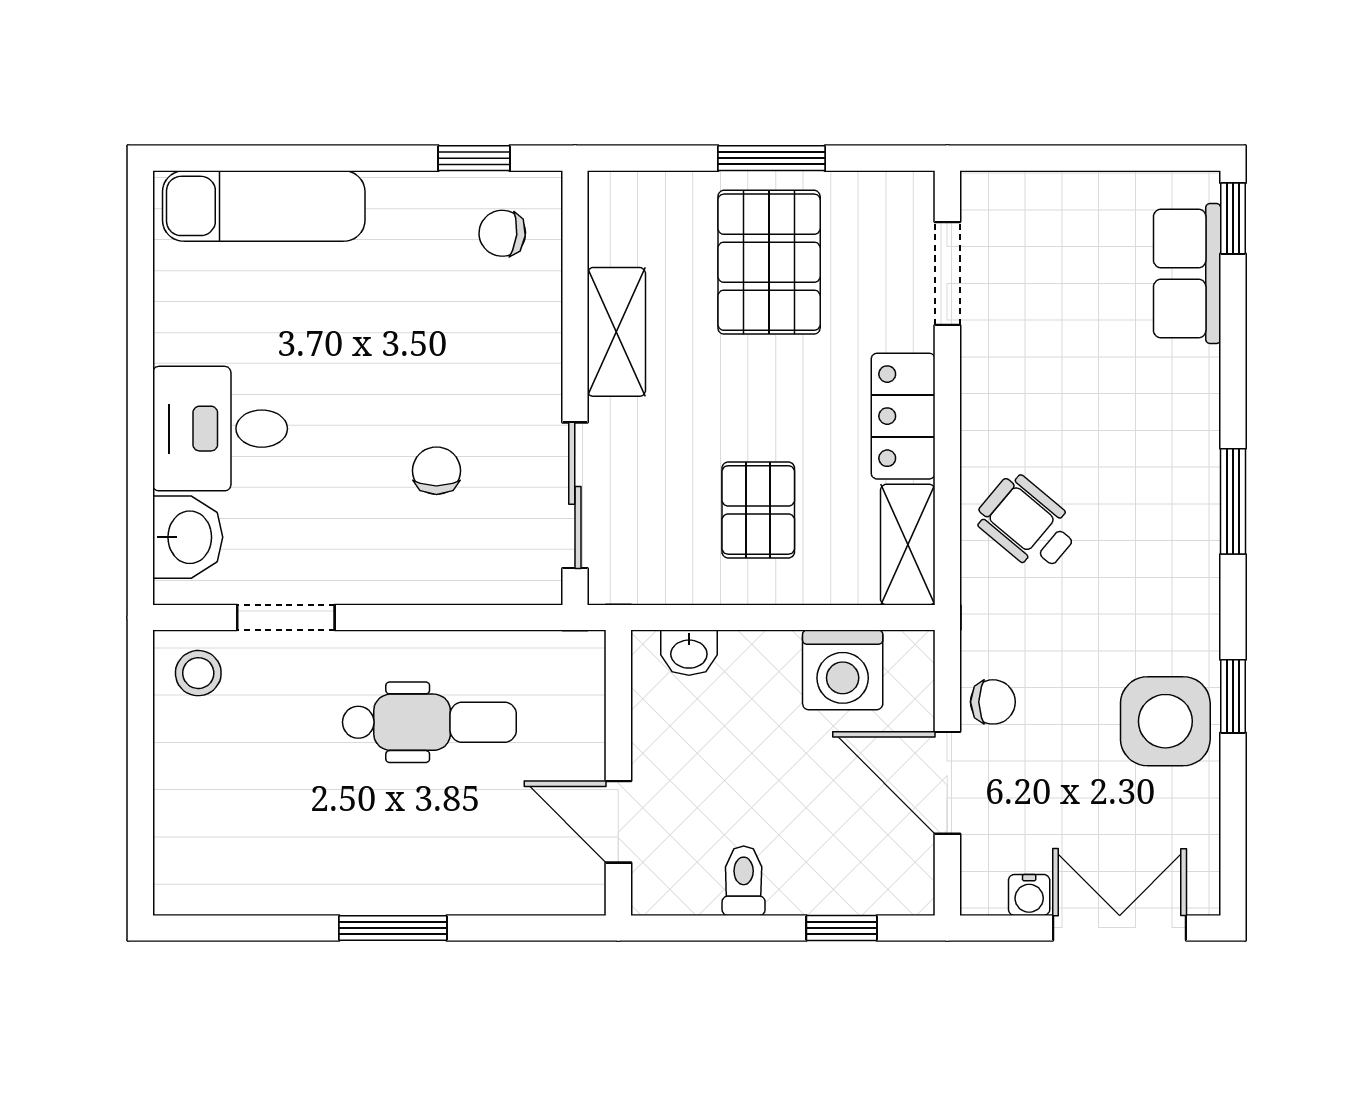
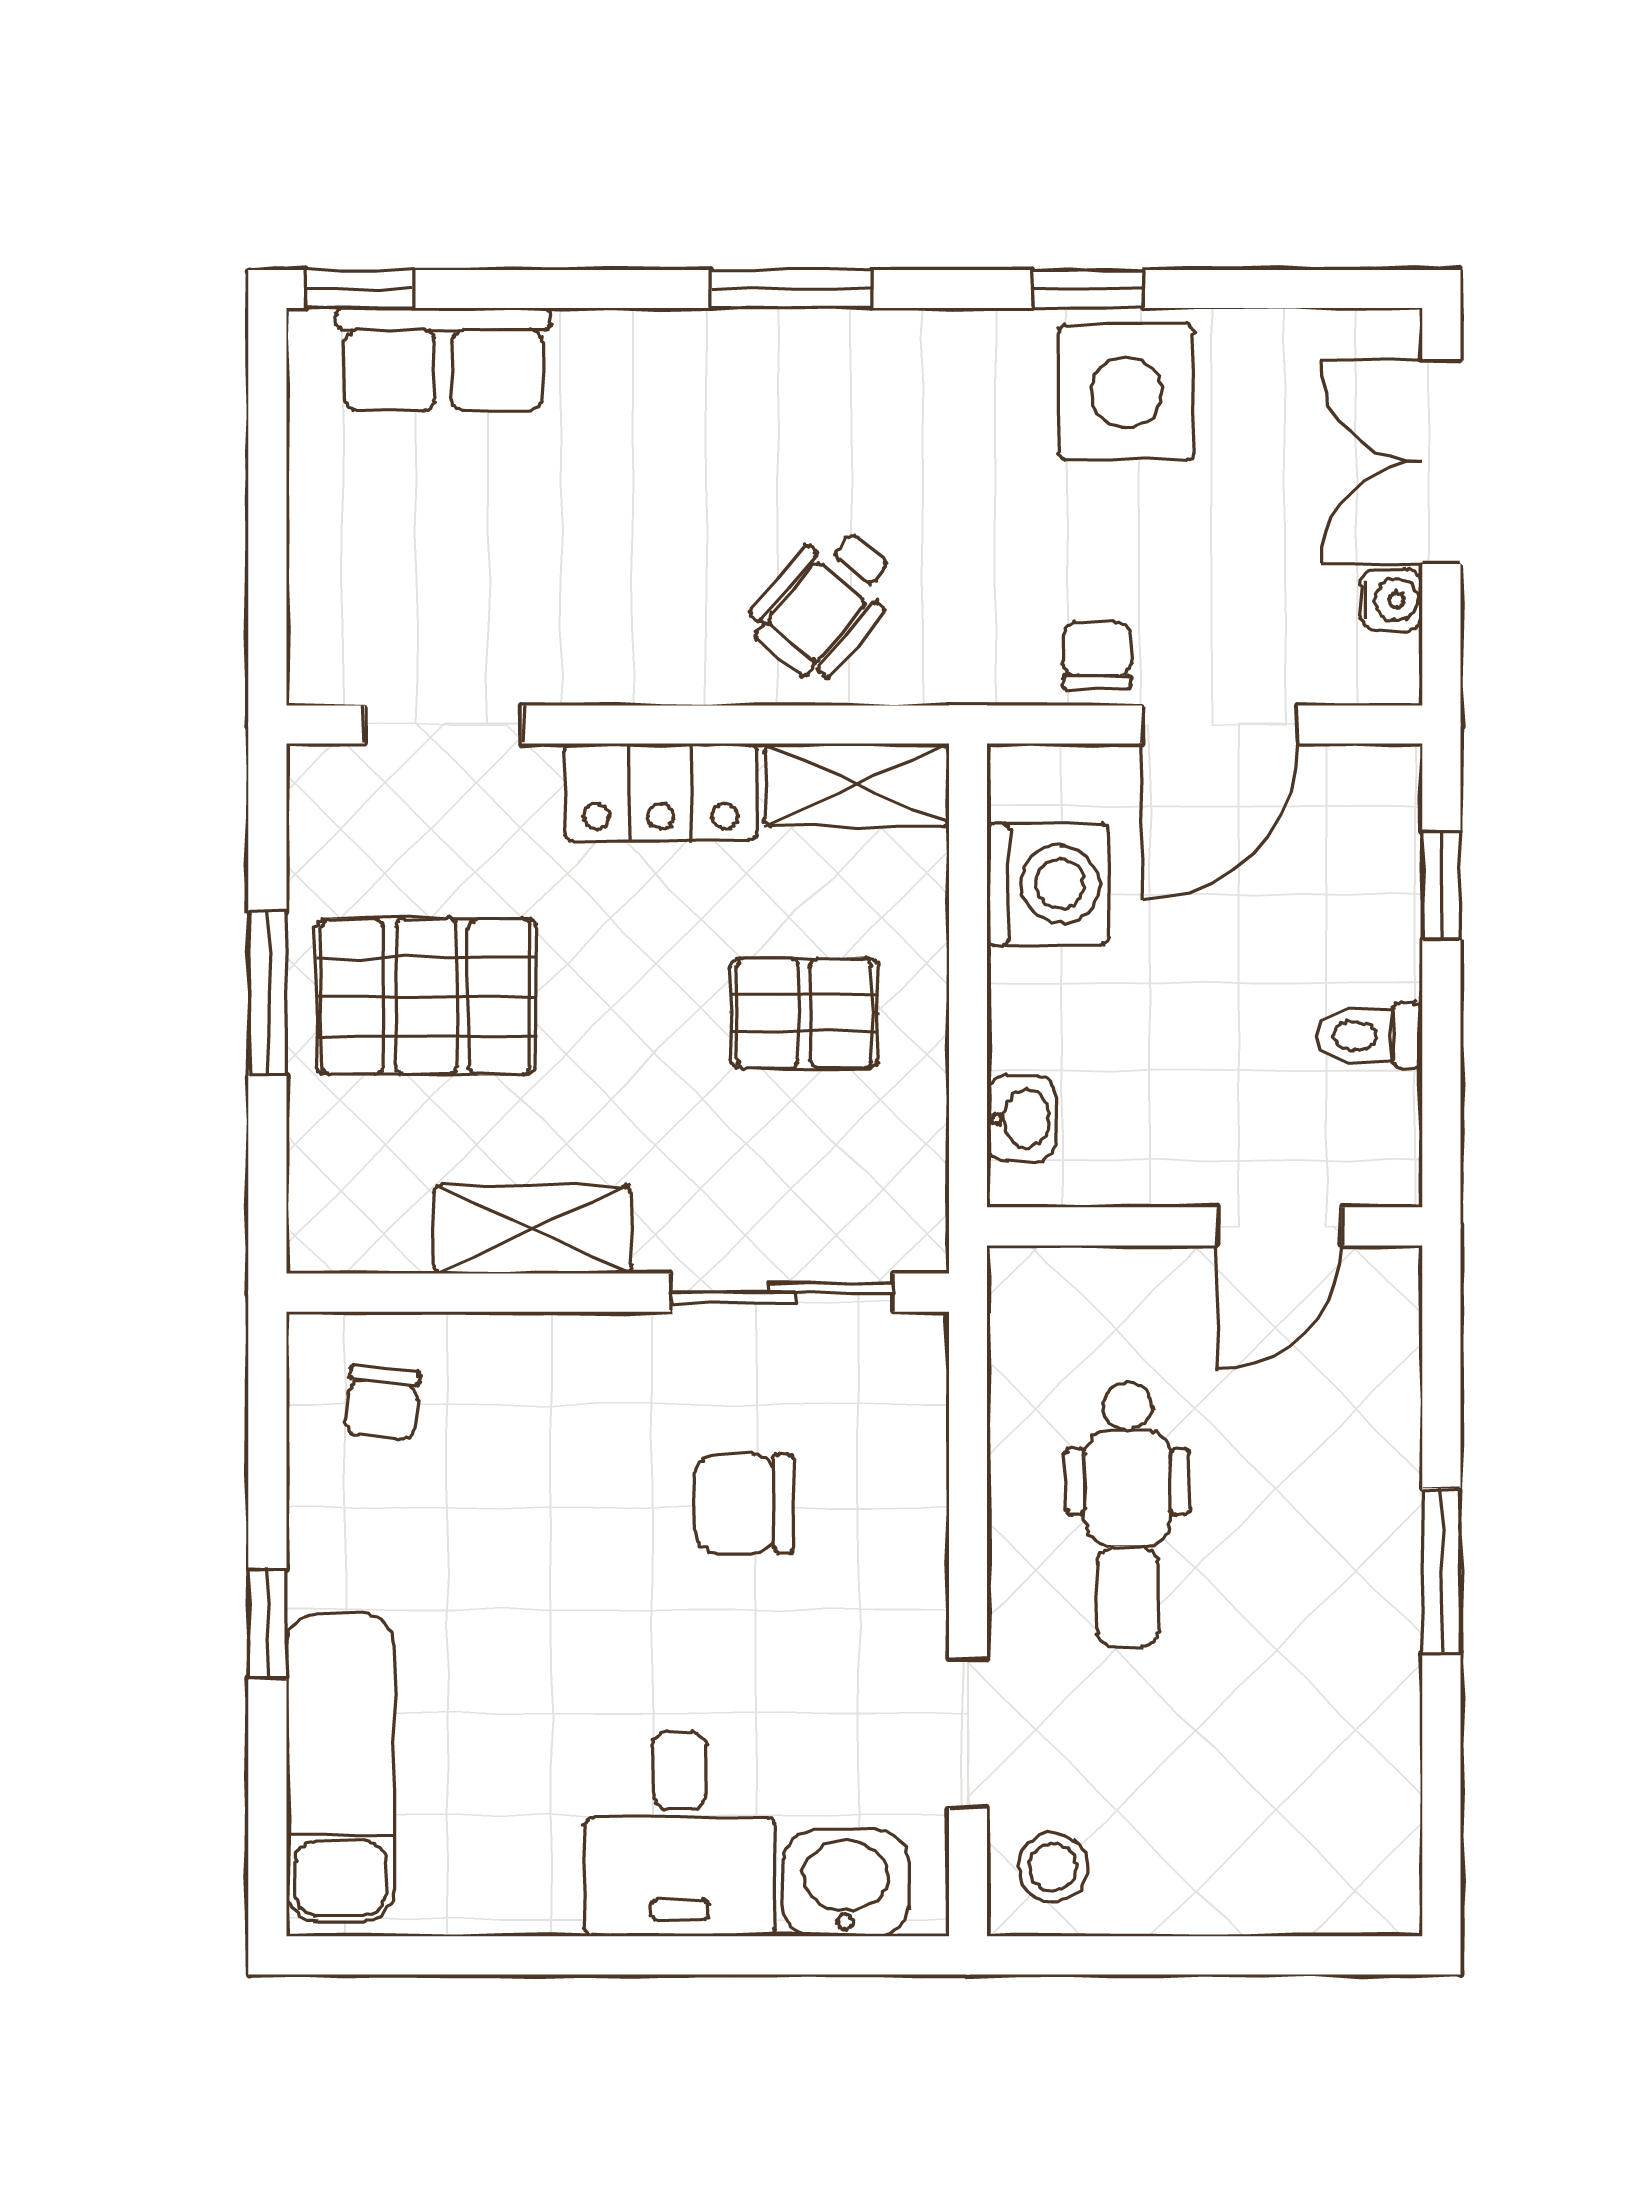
window: (474, 158) -> (267, 1623), moved
chair: (436, 471) -> (744, 1504), width x1.37, depth x1.37
dental chair: (429, 722) -> (1128, 1515), turned 180

